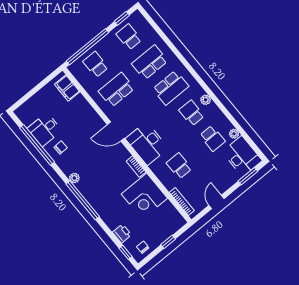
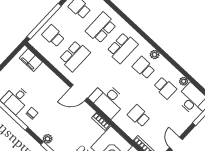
school desk: (116, 90) -> (75, 56), turned 180

